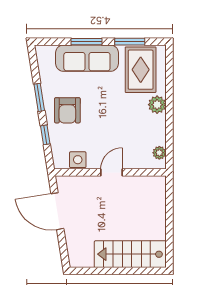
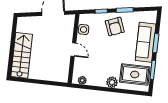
armchair: (67, 110) -> (115, 27), turned -111

